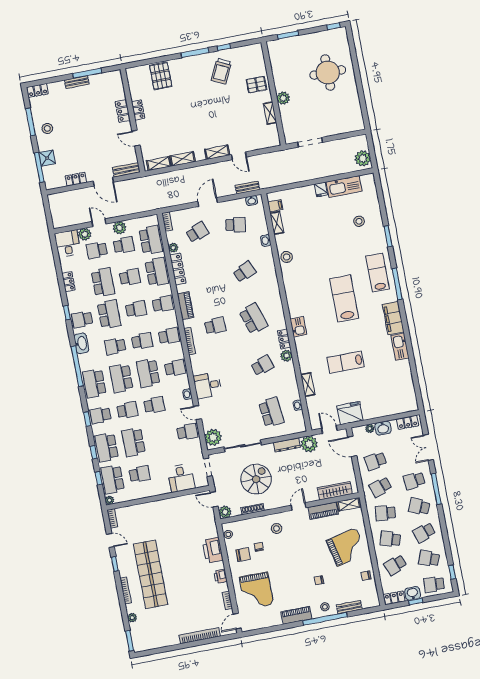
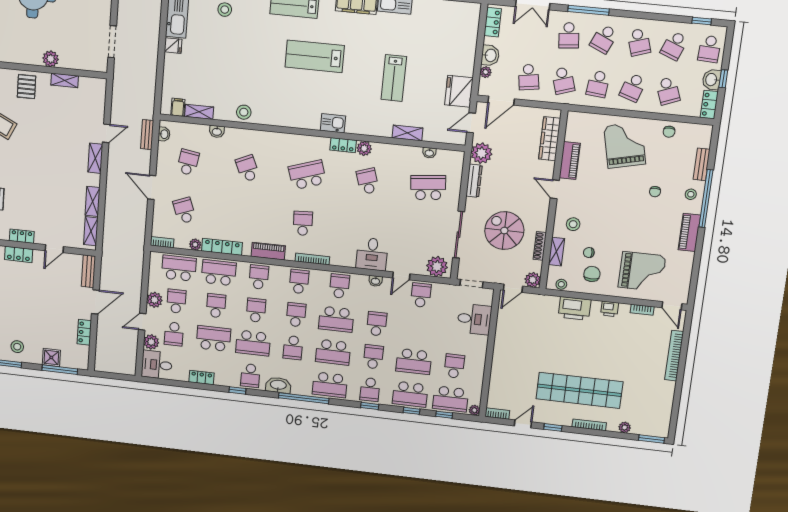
school desk: (109, 314) -> (253, 343), turned 180
shelving: (349, 504) -> (556, 252), moved

